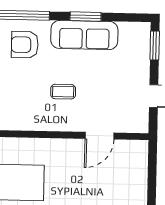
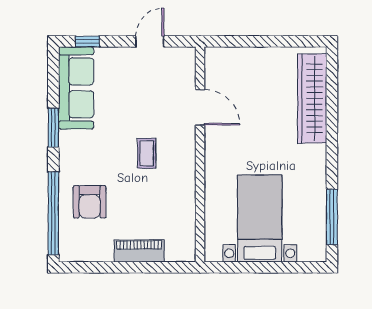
sofa: (84, 35) -> (76, 88), moved
window: (155, 46) -> (87, 41), width x0.67

